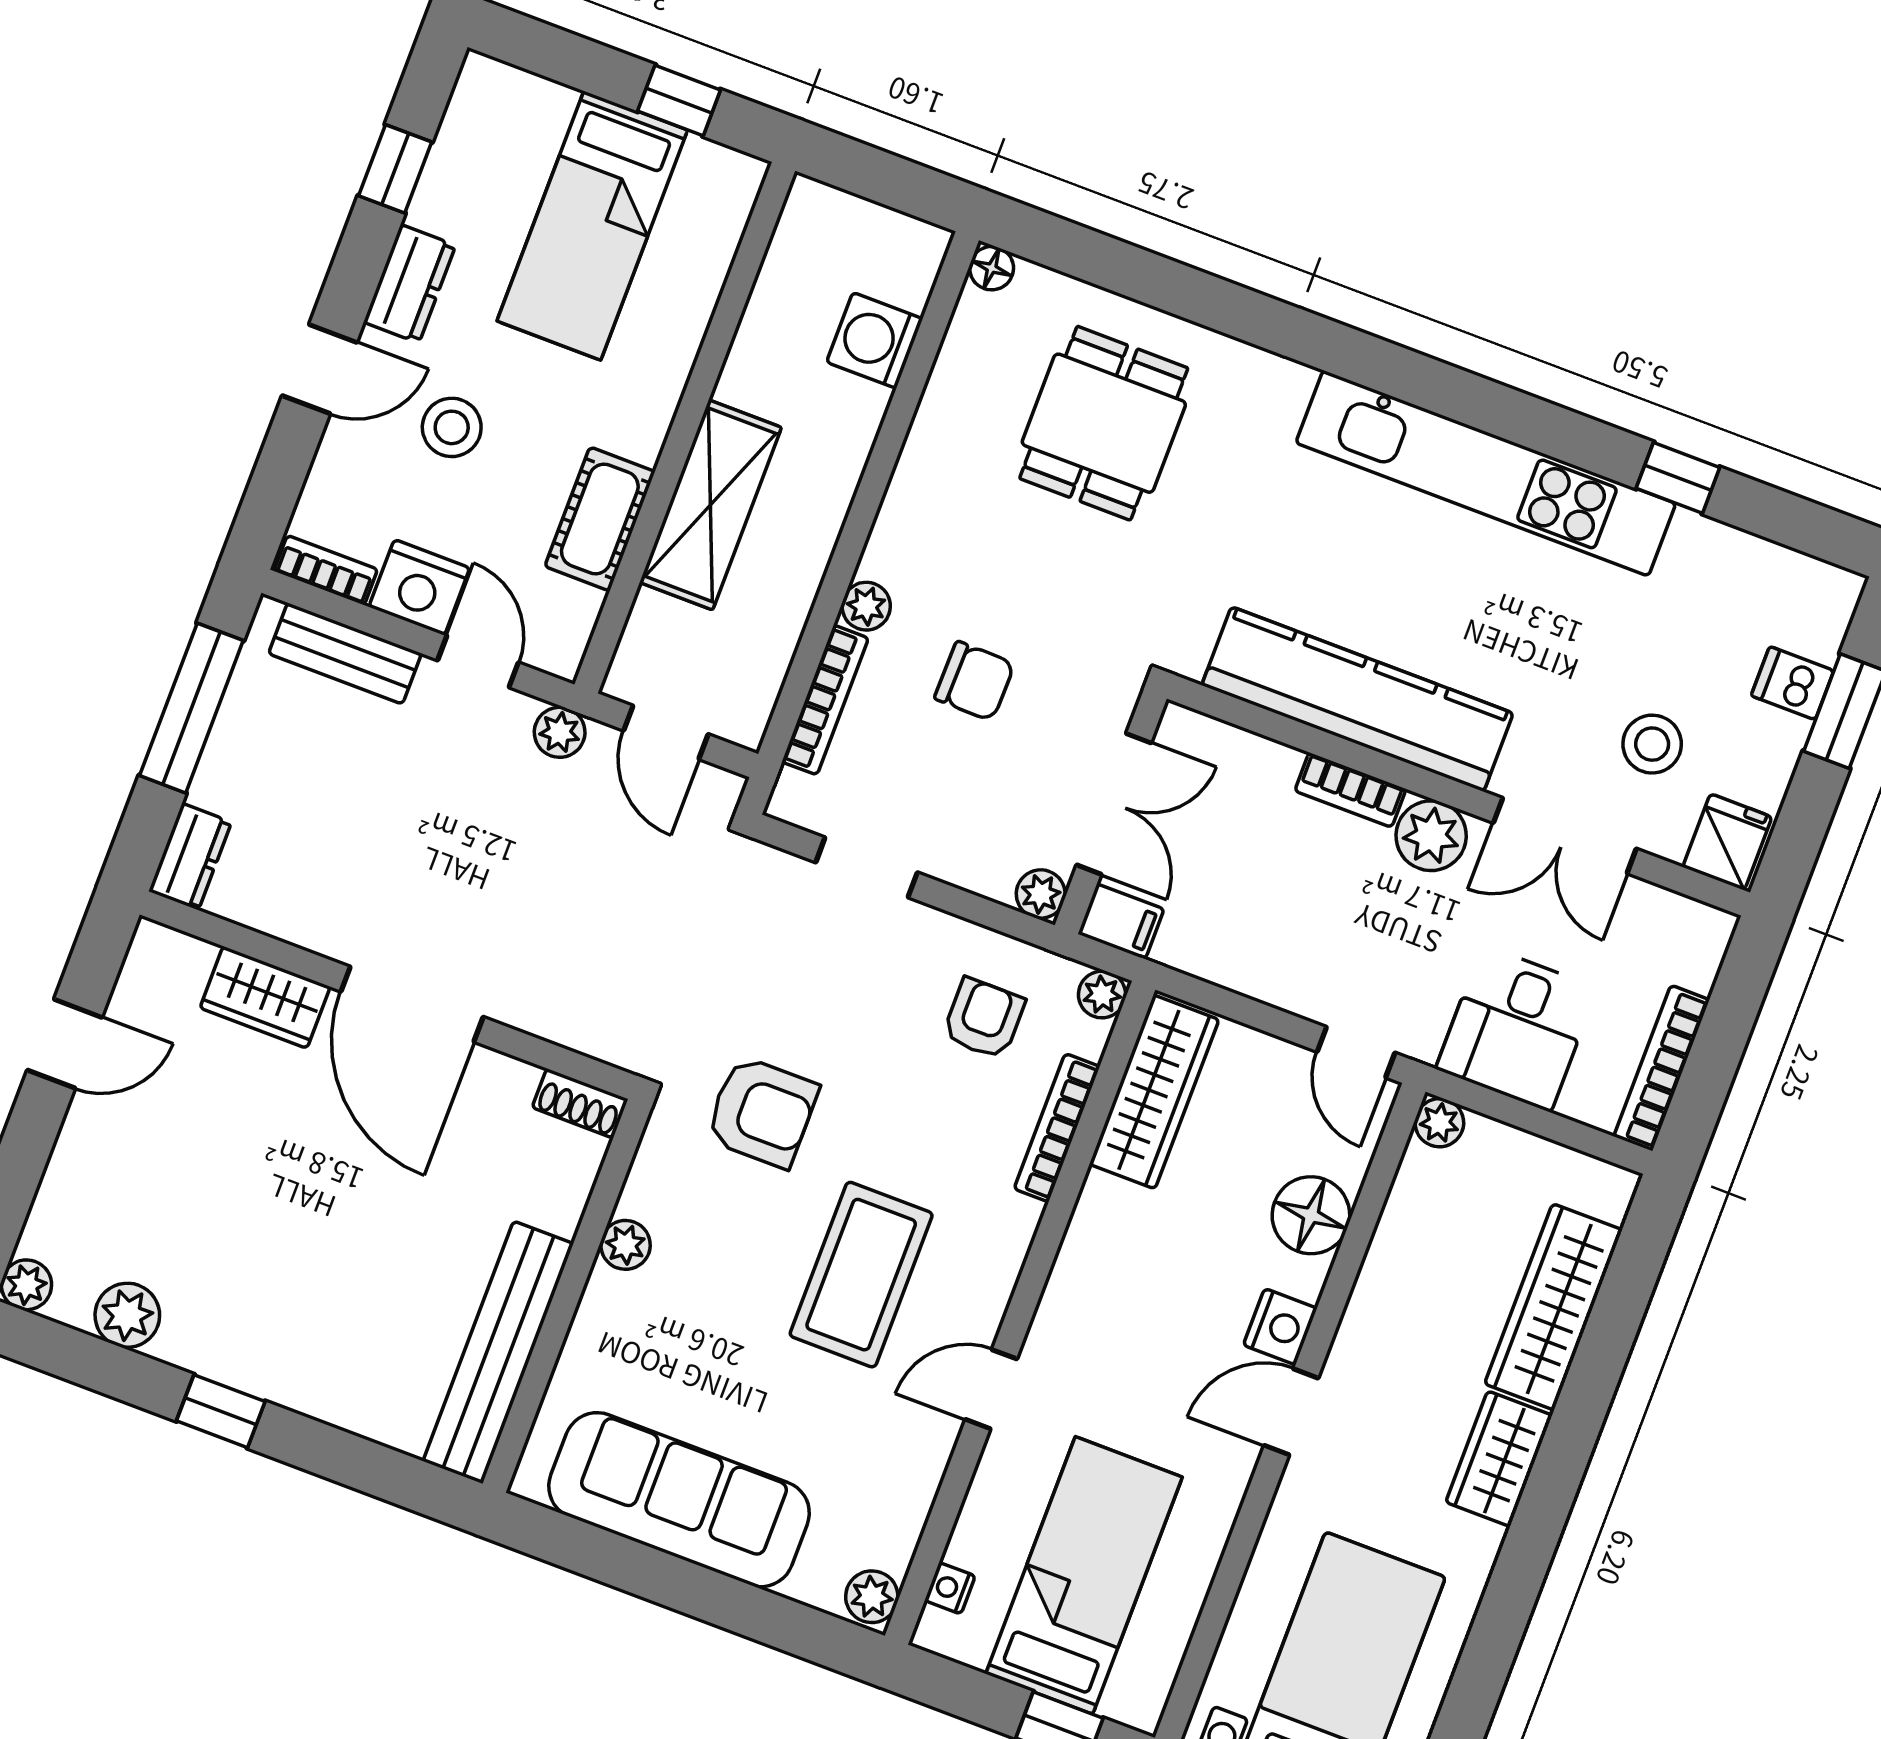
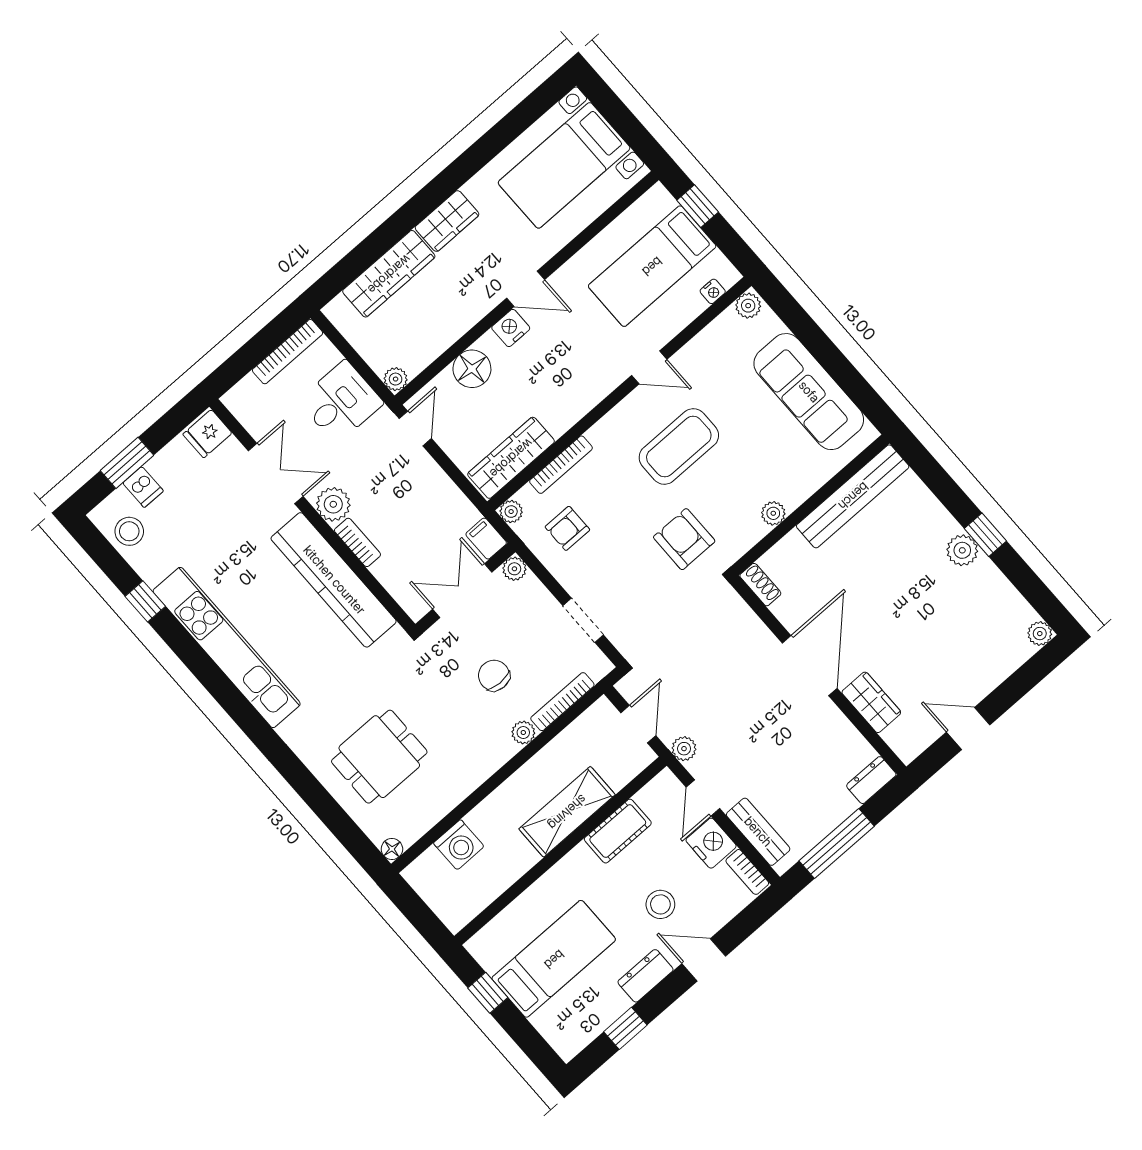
stool: (1652, 744) -> (129, 531), moved
plant: (127, 1315) -> (962, 550), moved

